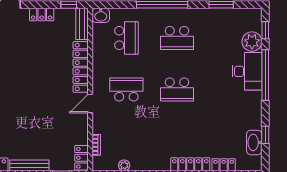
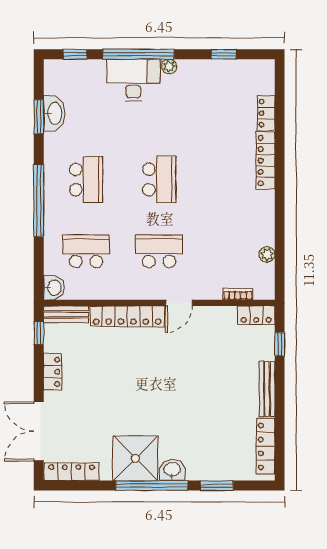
plant: (252, 42) -> (169, 66), moved, width x0.53, depth x0.53
school desk: (126, 89) -> (159, 251), turned 90
door: (90, 103) -> (179, 303), hinge flipped
washbasin: (254, 142) -> (54, 113), moved, turned -90

